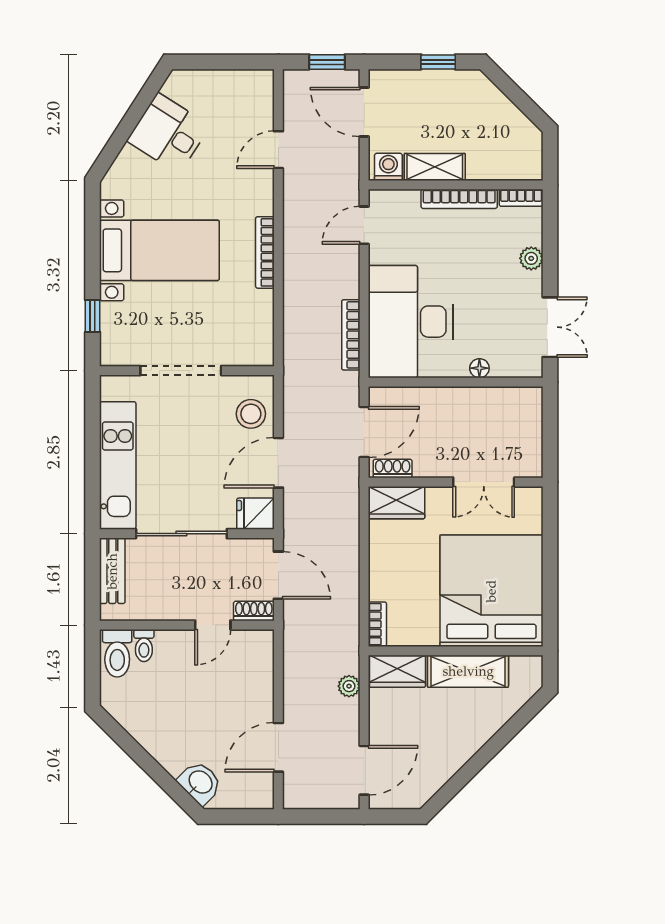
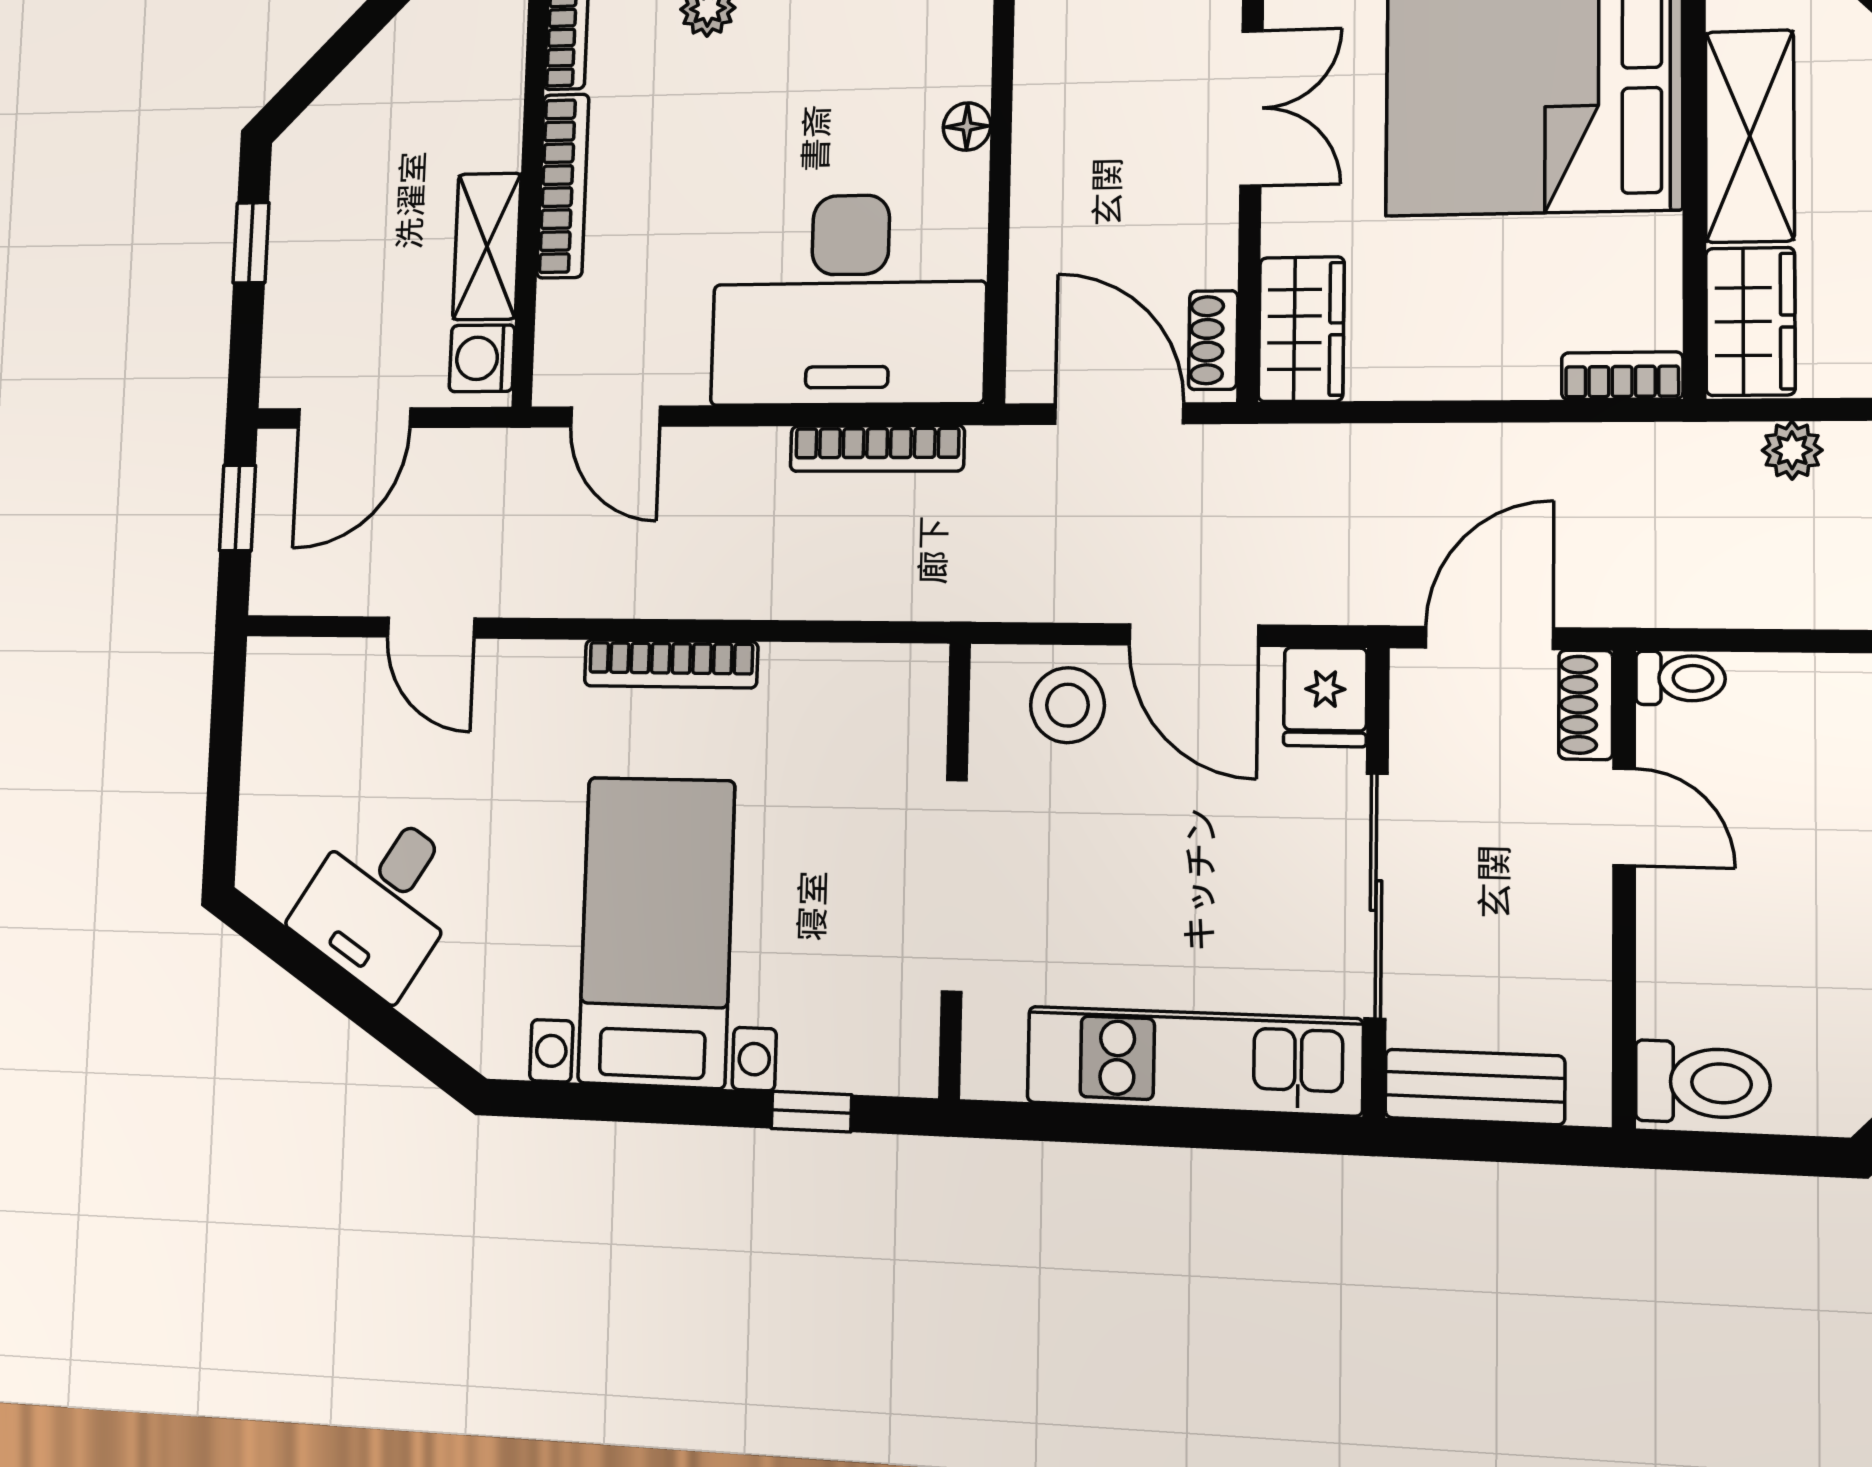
toilet: (144, 646) -> (1680, 678), moved

